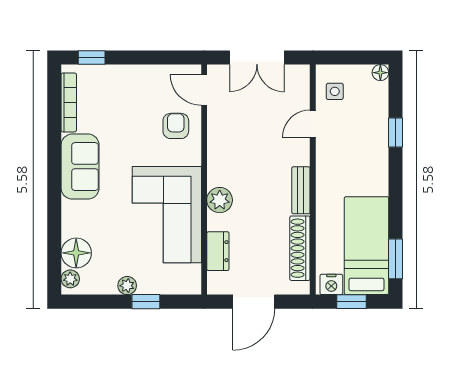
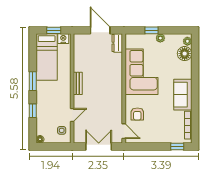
plant: (220, 200) -> (116, 79), removed
shoe rack: (300, 248) -> (78, 56), removed
dresser: (218, 251) -> (117, 43), moved
window: (396, 259) -> (33, 81), moved
door: (254, 302) -> (100, 30), hinge flipped

